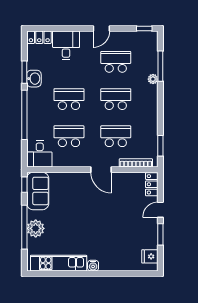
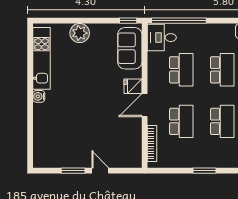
window: (24, 115) -> (179, 21), moved
window: (160, 146) -> (204, 171), moved
locker: (152, 184) -> (128, 161), removed
sofa: (38, 191) -> (130, 48), moved, turned 90
window: (24, 227) -> (81, 21), removed
fridge: (150, 256) -> (133, 86), moved, turned -90

